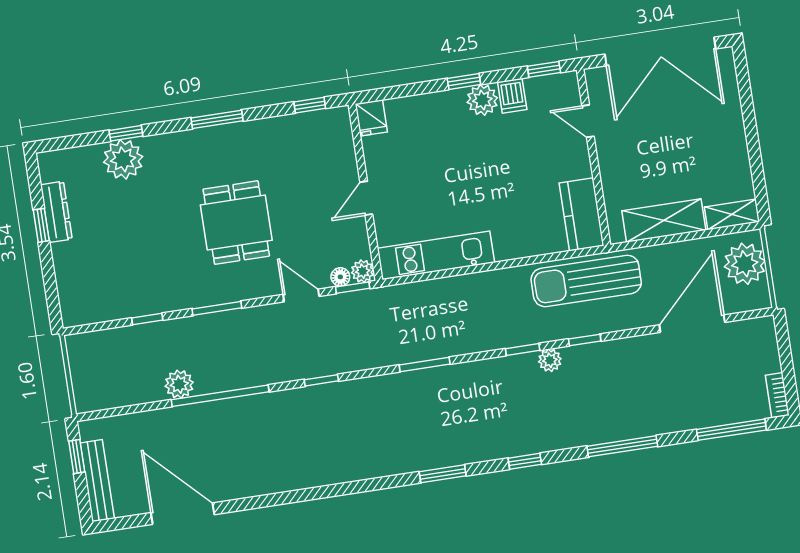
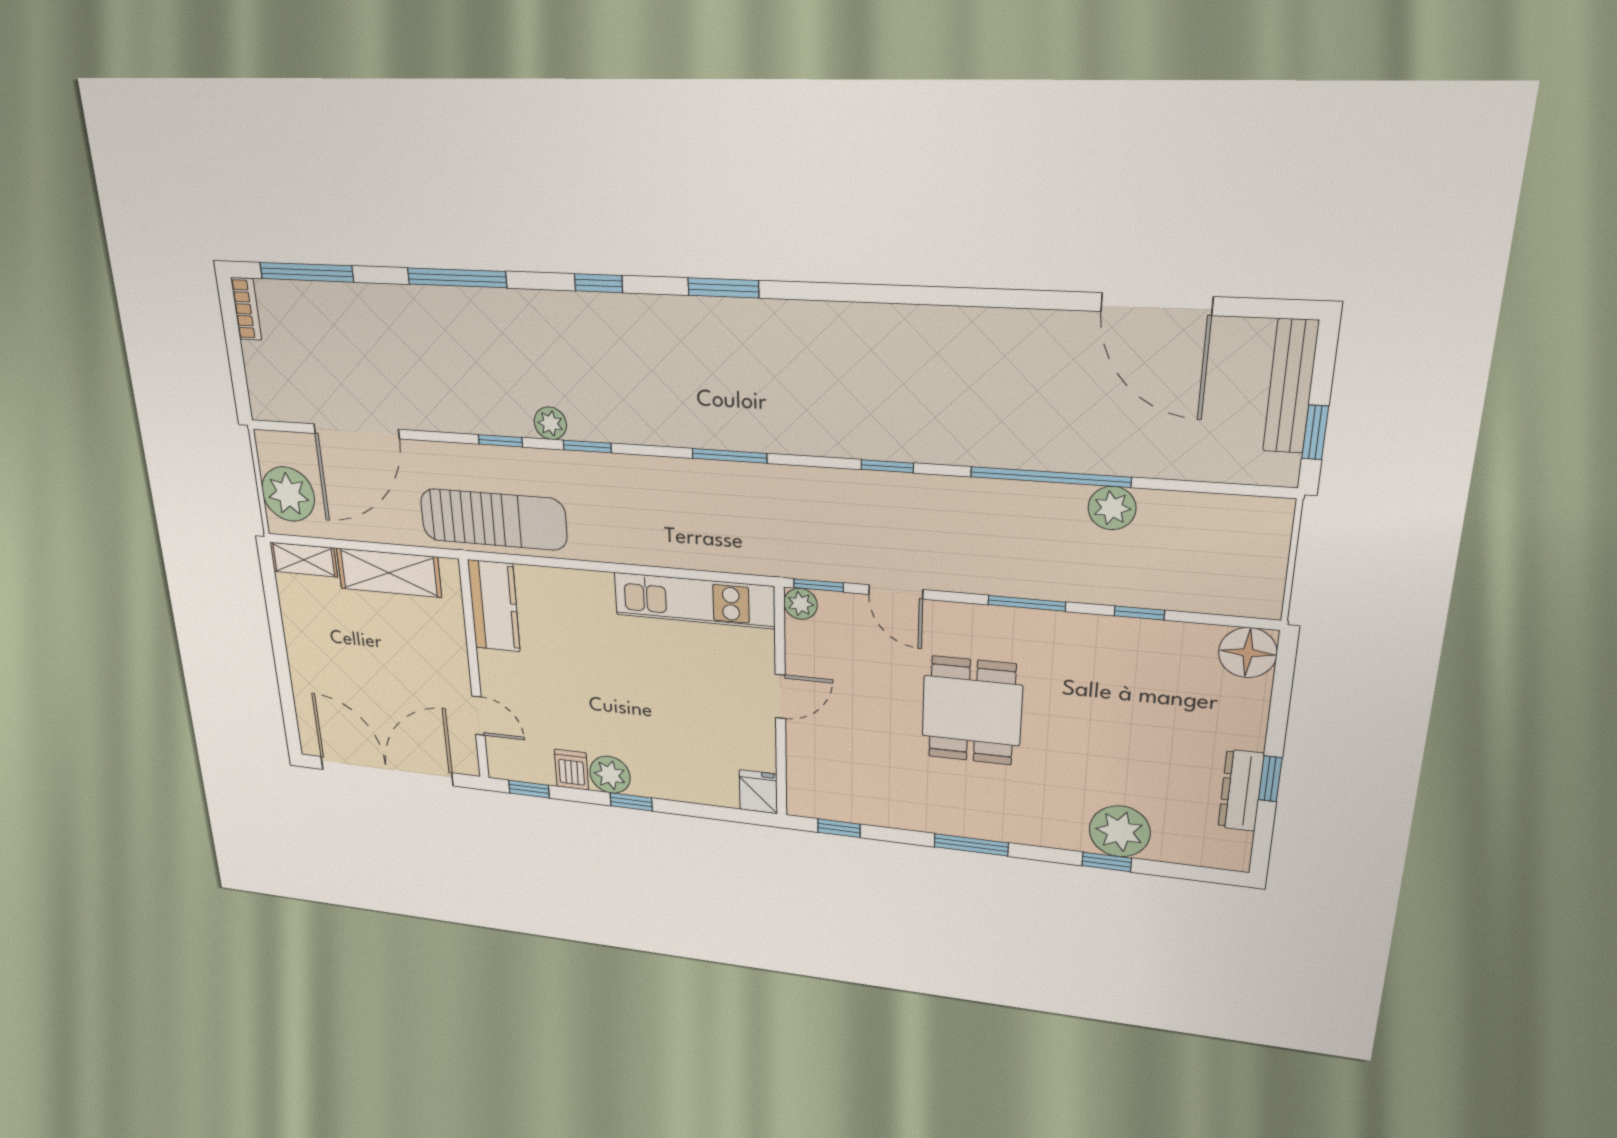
floor lamp: (340, 277) -> (1248, 653), moved, width x1.89, depth x1.89

